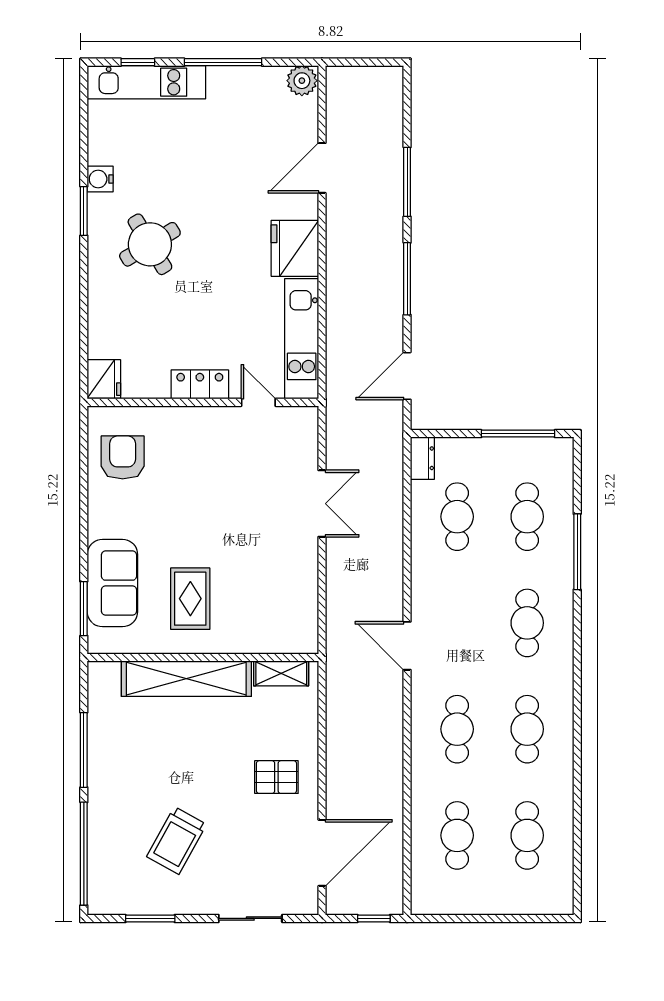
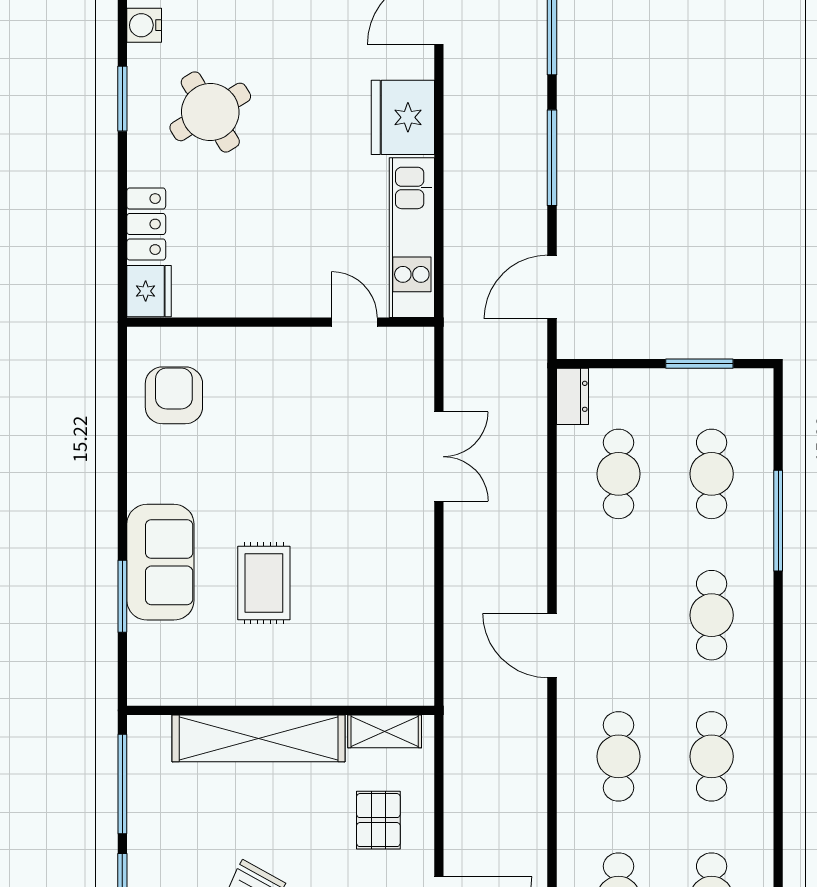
window: (84, 211) -> (122, 99), moved
locker: (200, 384) -> (146, 224), moved, turned 90
window: (518, 434) -> (699, 364), width x0.69
wall: (203, 658) -> (281, 710), moved
shelving: (281, 673) -> (385, 731), moved
shelving: (186, 679) -> (259, 738), moved
pallet: (276, 777) -> (378, 820), turned 90

